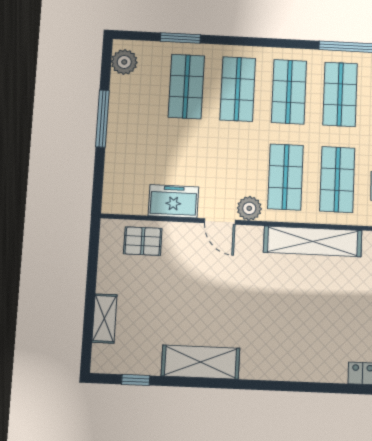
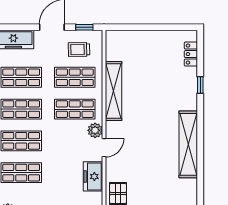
shelving: (201, 362) -> (188, 144), width x1.47
window: (136, 380) -> (200, 85), moved

